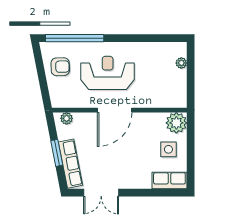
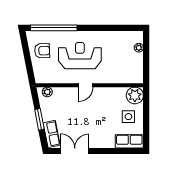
door: (115, 110) -> (86, 85), width x0.53
row of seats: (71, 164) -> (52, 134), width x0.68
double door: (101, 193) -> (75, 151), swing flipped

